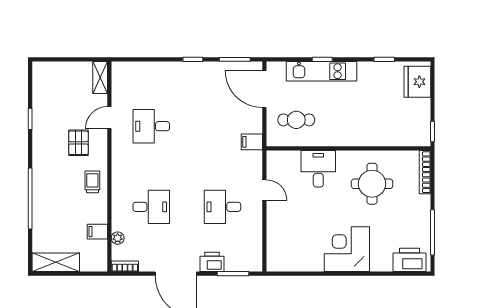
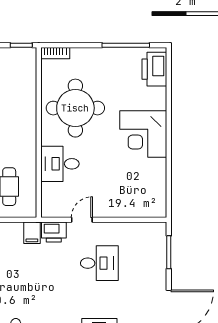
bookcase: (425, 172) -> (55, 53), width x0.64
round table: (372, 184) -> (75, 108), width x1.36, depth x1.36
desk: (222, 207) -> (99, 263), turned -90
printer: (212, 262) -> (54, 232), moved, turned -90

